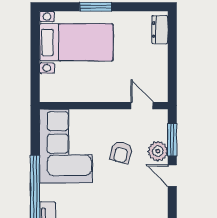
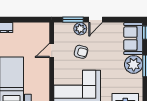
door: (142, 106) -> (52, 50), moved

